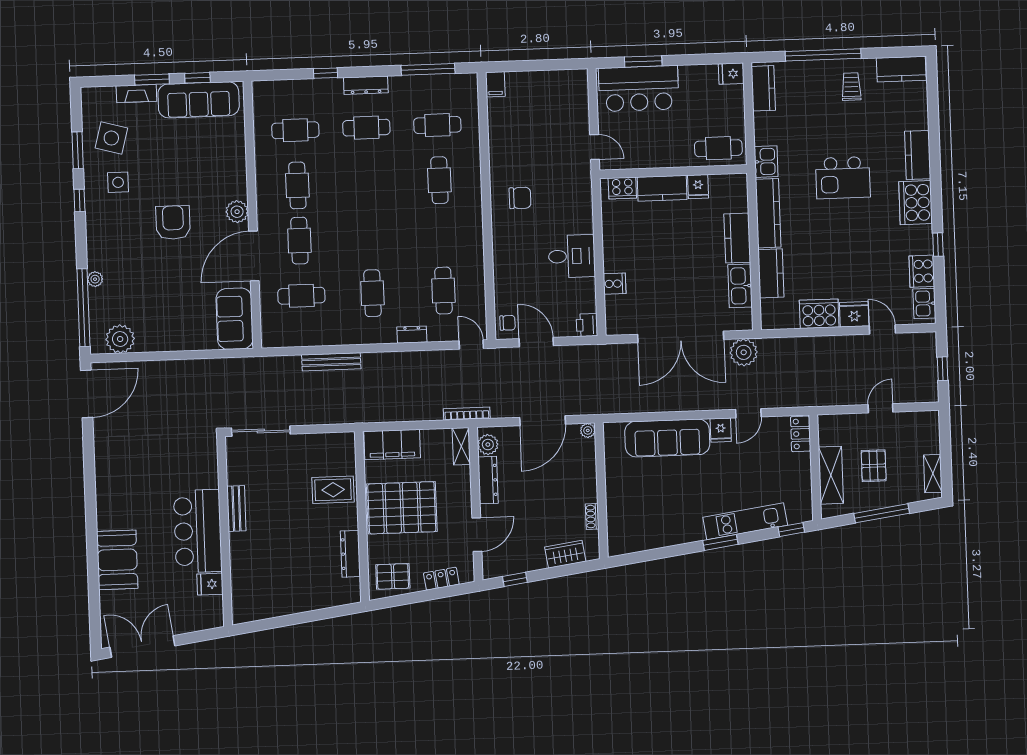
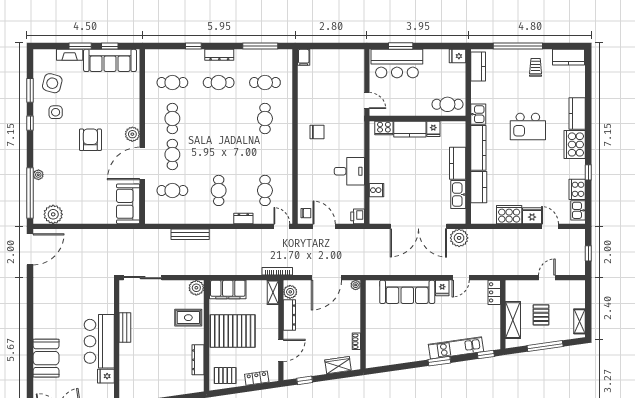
plant: (344, 444) -> (196, 288), added

